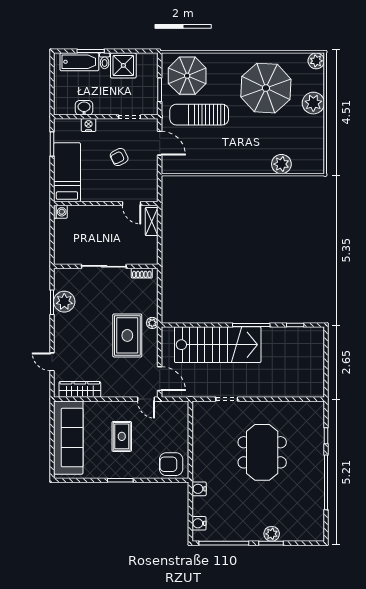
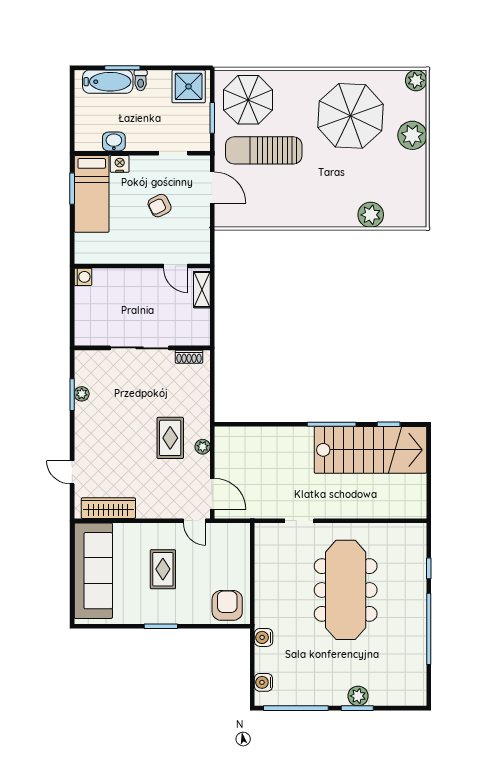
shower: (123, 65) -> (189, 86), moved
bed: (67, 172) -> (92, 194), moved, turned 180
plant: (64, 302) -> (82, 394), width x0.53, depth x0.53
plant: (152, 323) -> (203, 447), moved
rug: (127, 335) -> (170, 438), width x0.73, depth x0.70
stairs: (218, 345) -> (370, 450), moved
meeting table: (262, 452) -> (346, 590), width x1.36
armchair: (171, 464) -> (227, 605), turned 90

